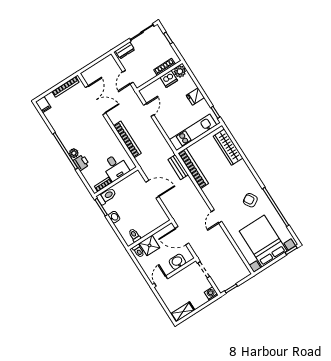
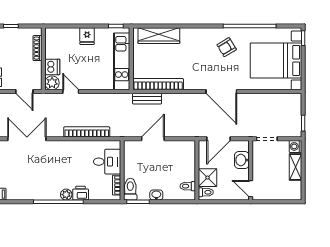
plant: (180, 71) -> (52, 83), moved
dishwasher: (169, 79) -> (52, 67), moved
door: (217, 216) -> (221, 92), width x1.88
shelving: (183, 312) -> (296, 167), moved

